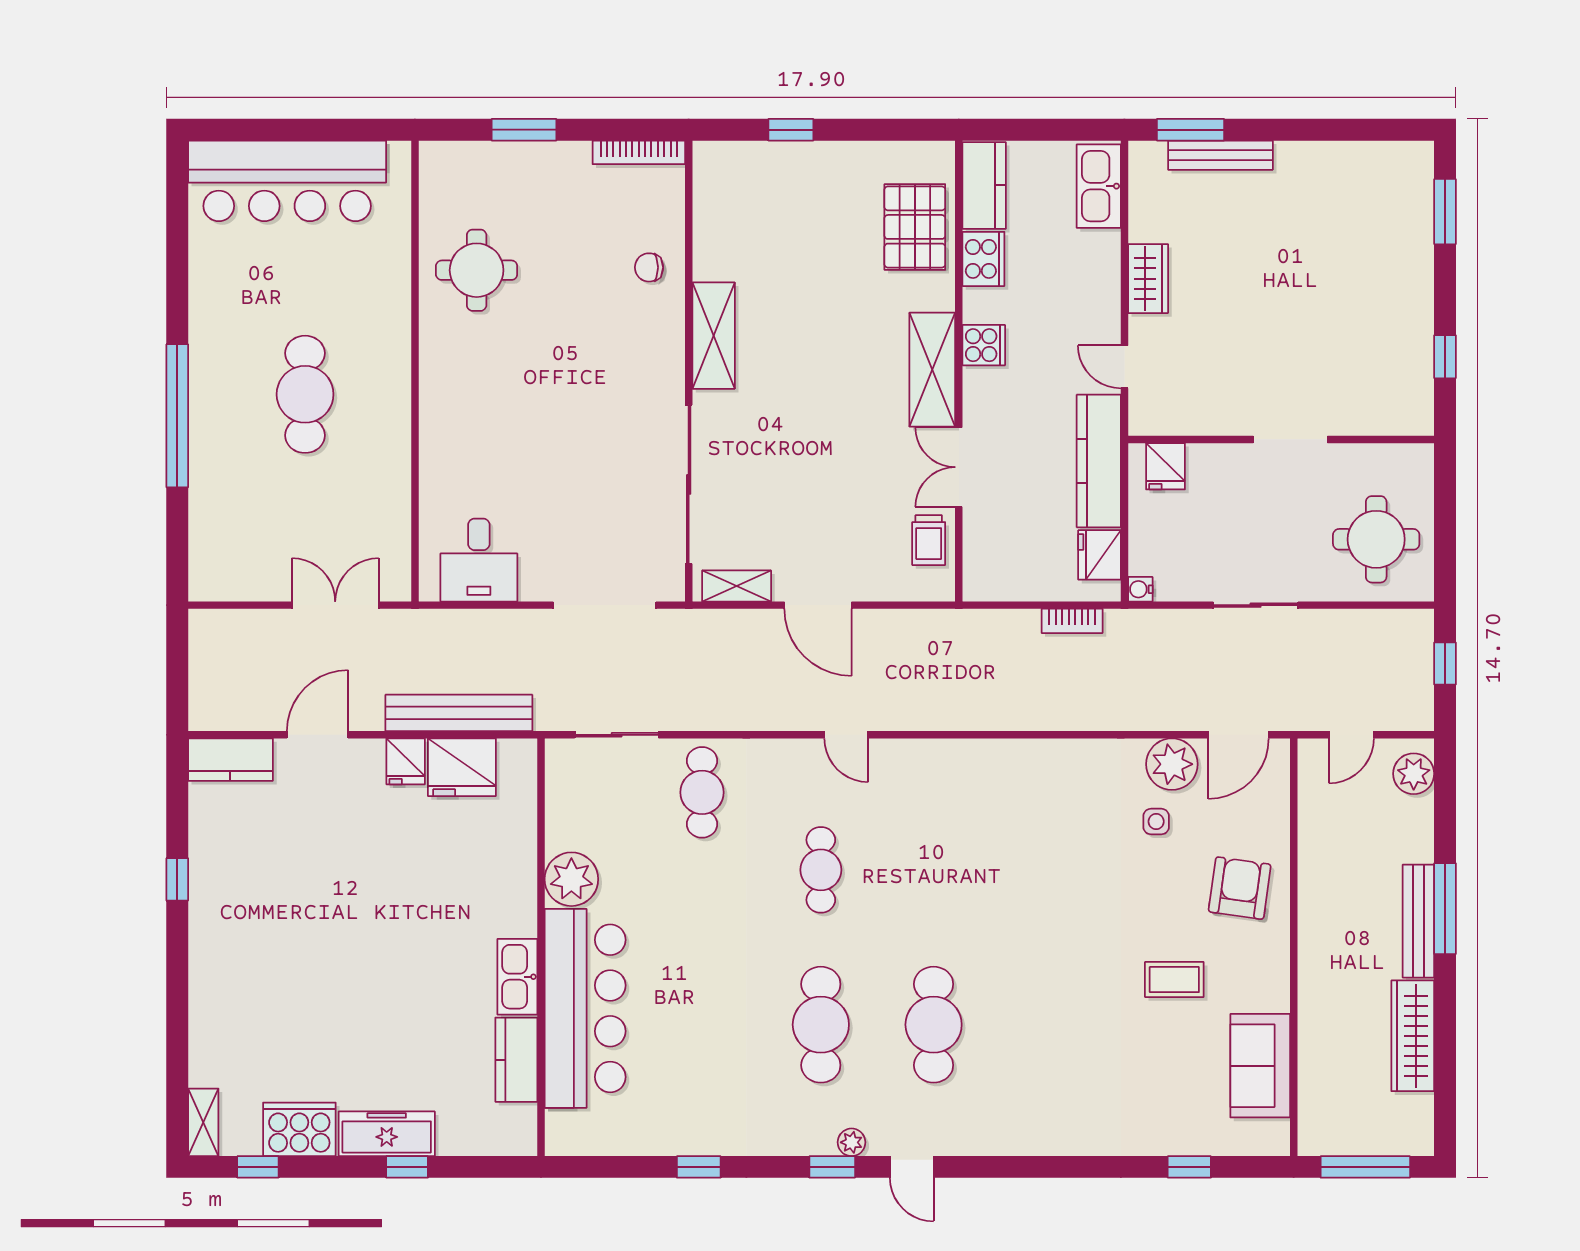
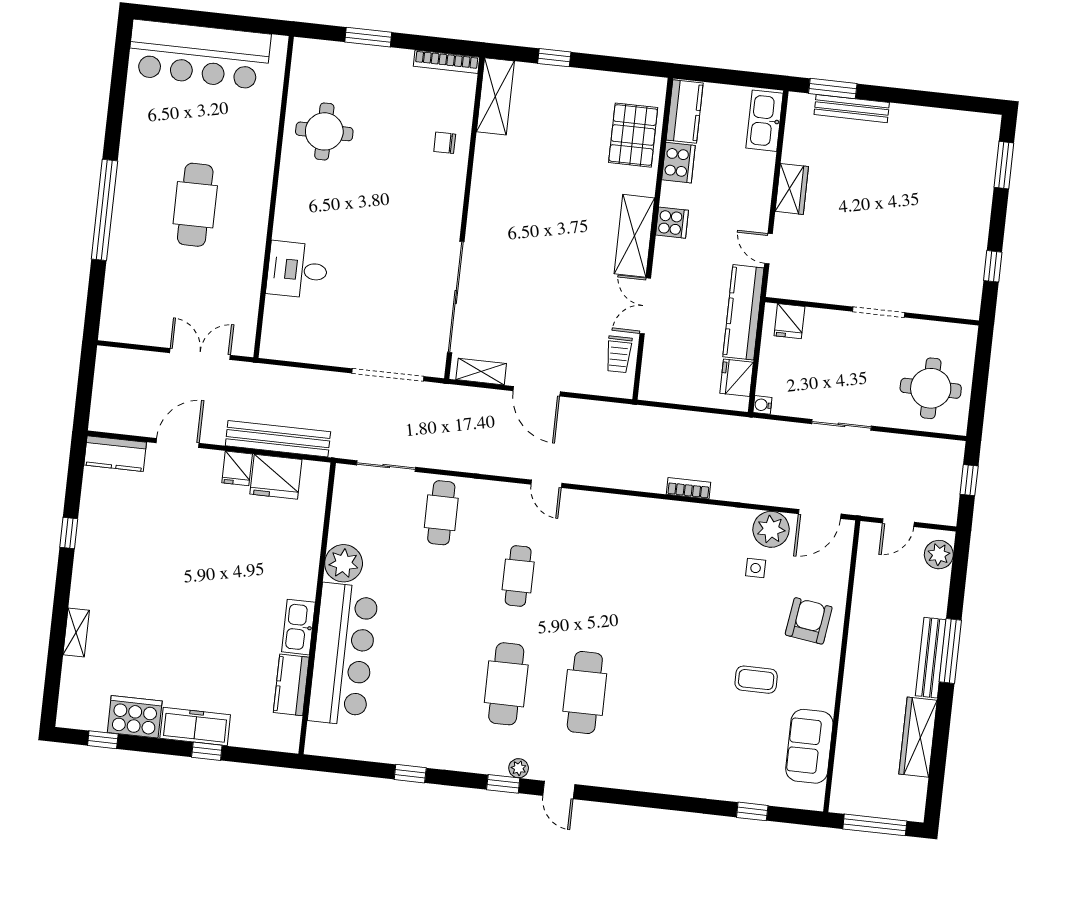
shelving: (714, 336) -> (495, 96), moved
desk: (479, 560) -> (297, 270), moved, turned 90
bookcase: (1072, 621) -> (689, 488), moved, turned 180
shelving: (203, 1122) -> (76, 632), moved

